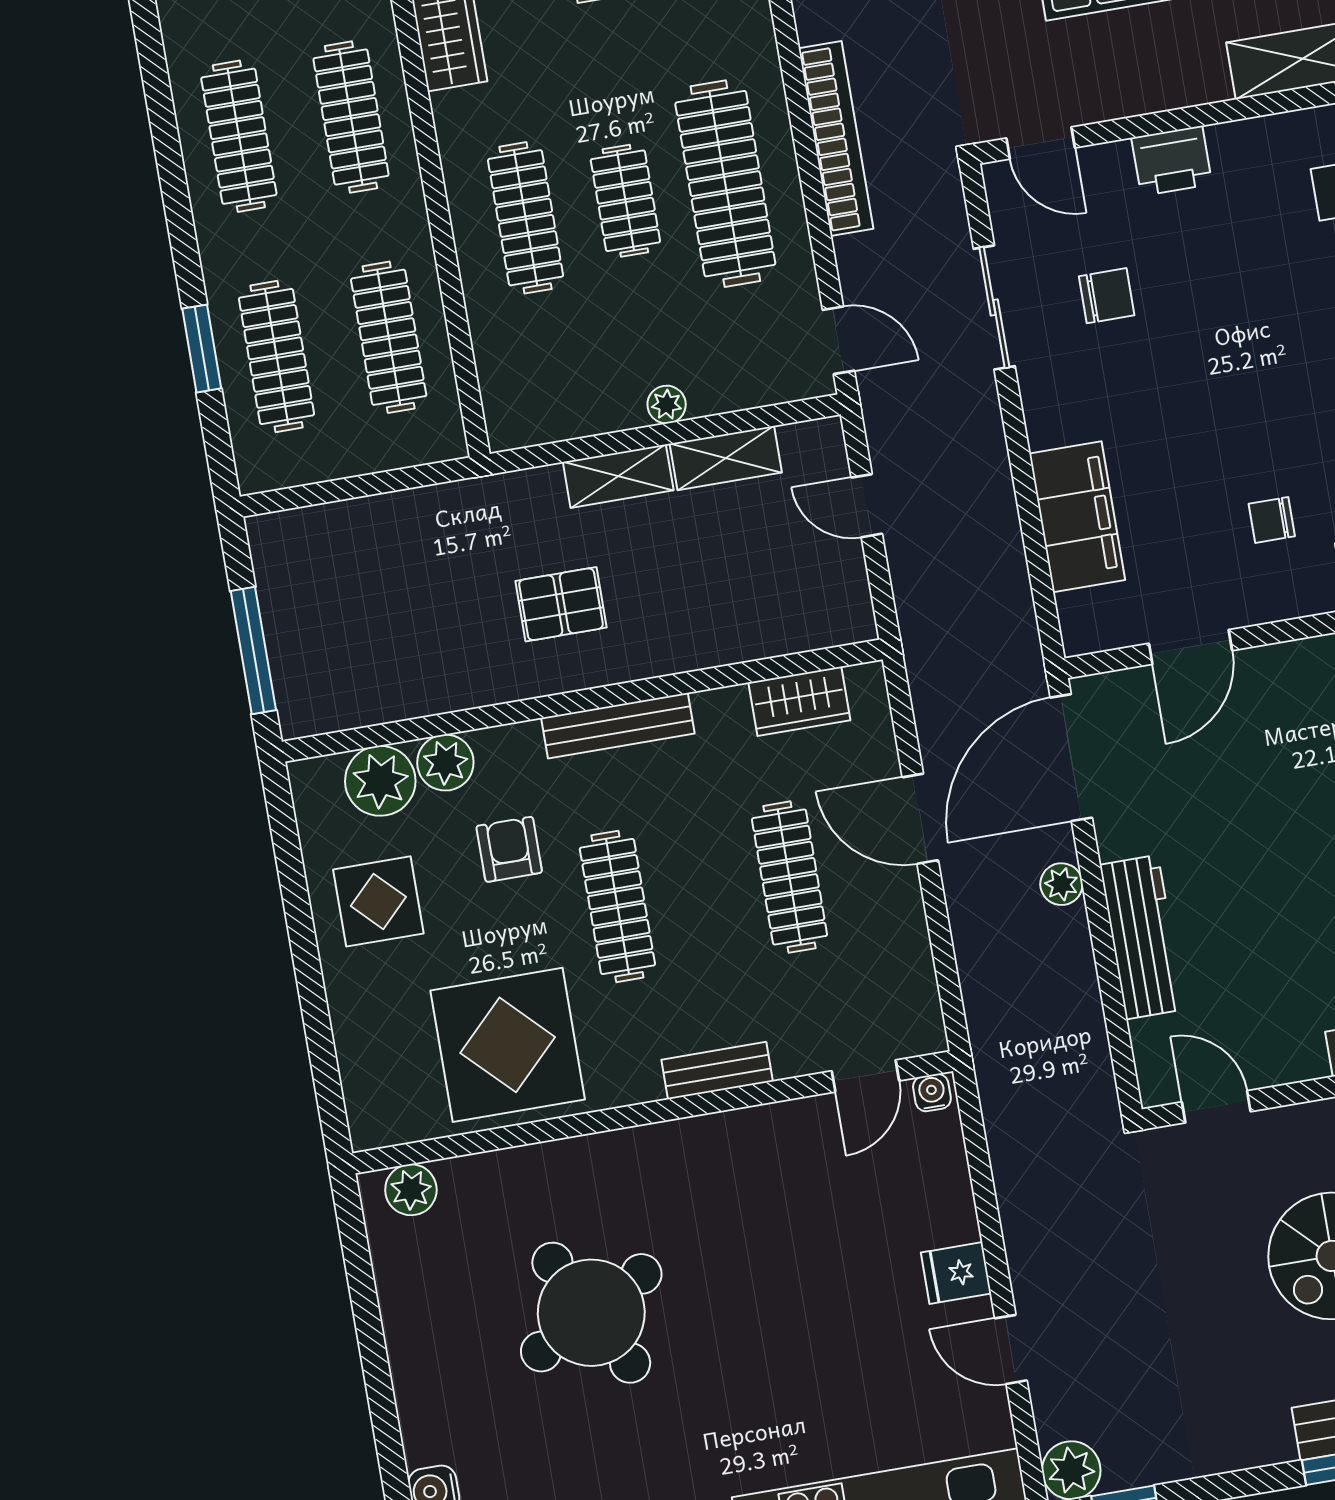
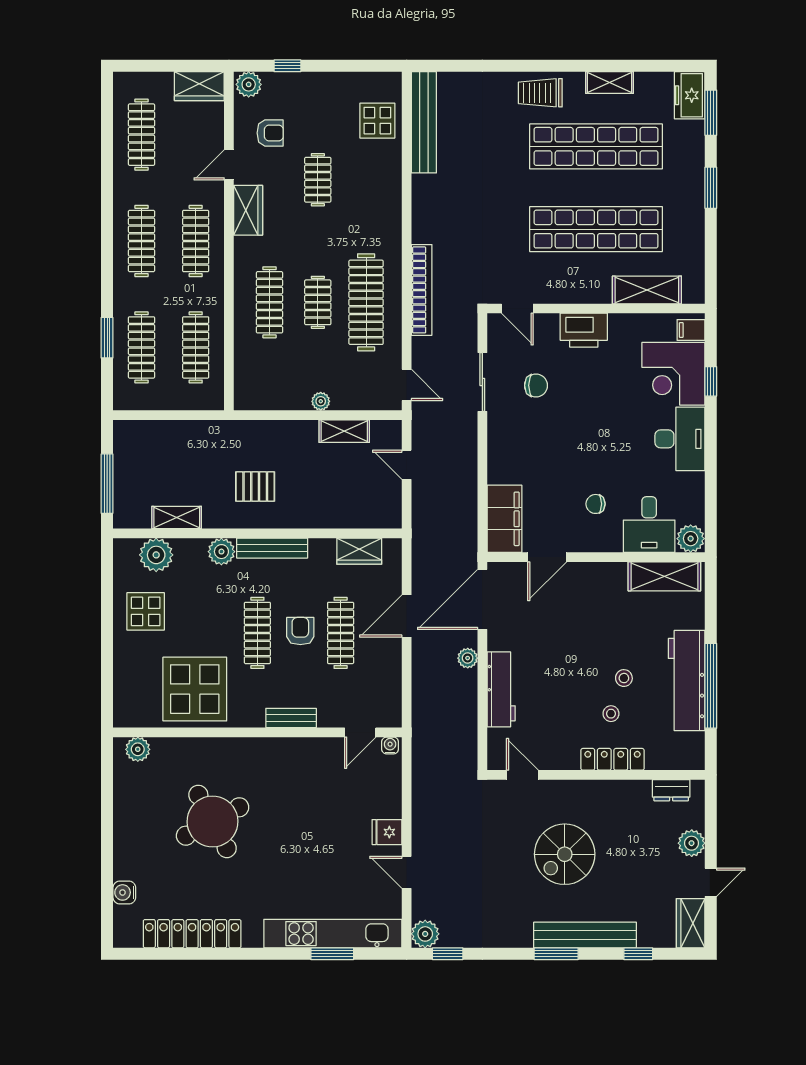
printer: (1172, 161) -> (584, 330), width x1.37, depth x1.19
shelving: (618, 476) -> (177, 518), moved
filing cabinet: (1077, 517) -> (504, 519), moved
plant: (445, 763) -> (221, 552), moved
door: (920, 819) -> (407, 616), hinge flipped
armchair: (509, 849) -> (300, 631), moved

